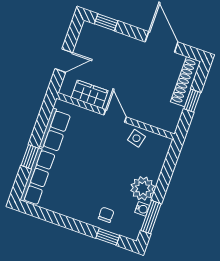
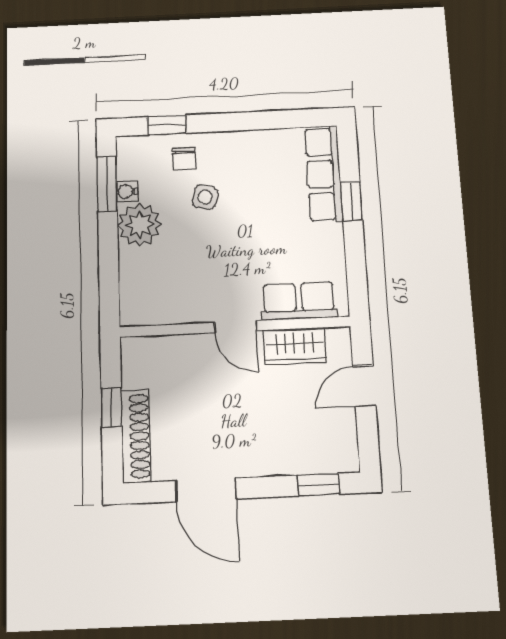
row of seats: (55, 130) -> (299, 301), moved, turned 90
side table: (136, 138) -> (205, 197), moved

